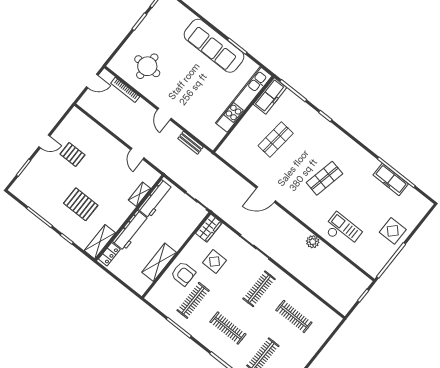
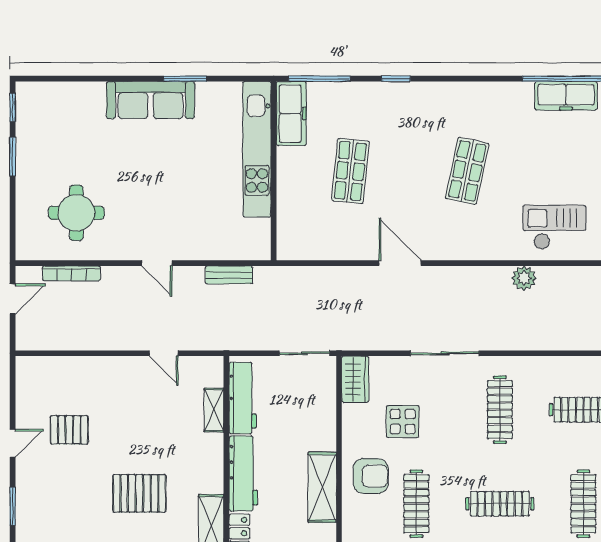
sofa: (214, 46) -> (151, 100), width x0.74, depth x0.79
door: (266, 194) -> (400, 263), swing flipped

